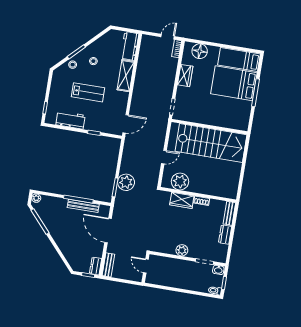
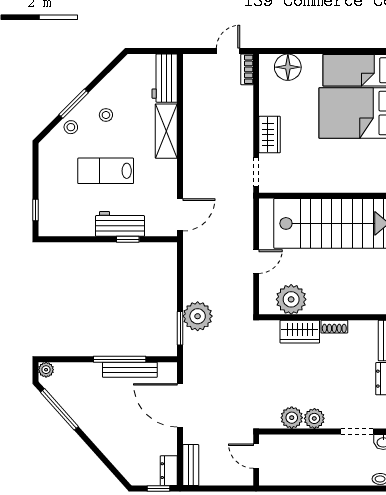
wardrobe: (185, 76) -> (270, 135), moved
lab bench: (88, 92) -> (106, 171), turned 180
workbench: (71, 120) -> (120, 224), moved
plant: (169, 248) -> (292, 418), added

